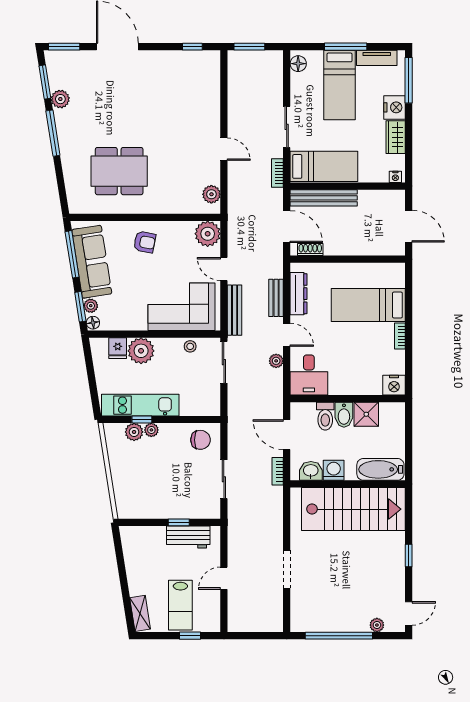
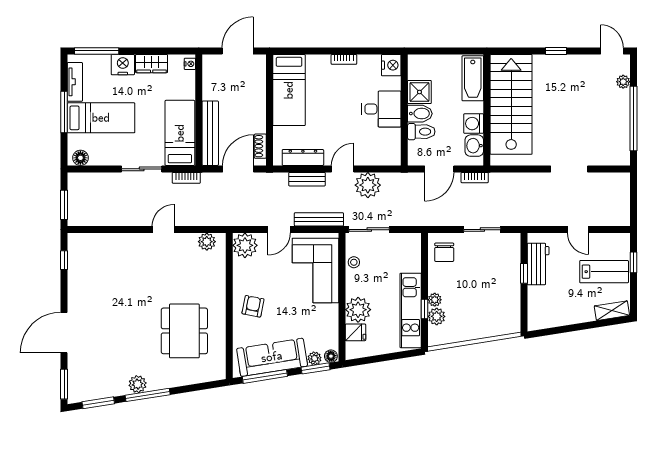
plant: (60, 99) -> (138, 384), moved
bed: (368, 305) -> (289, 90), moved
plant: (276, 361) -> (368, 185), width x1.87, depth x1.87
desk: (309, 375) -> (381, 109), moved
chair: (201, 440) -> (444, 252), turned 180

